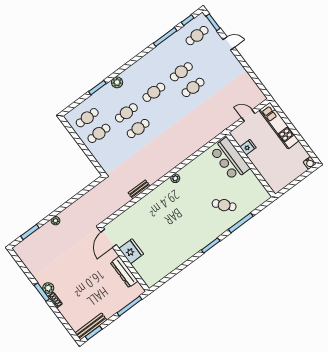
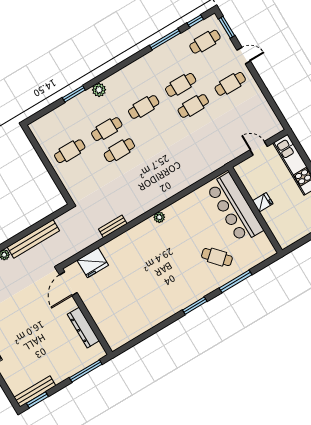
cafe table: (87, 118) -> (230, 84), moved
fridge: (248, 147) -> (263, 202), moved
bar counter: (230, 159) -> (235, 208), width x1.36
bench: (77, 206) -> (33, 239), added
fridge: (131, 251) -> (93, 263), moved, turned 90

